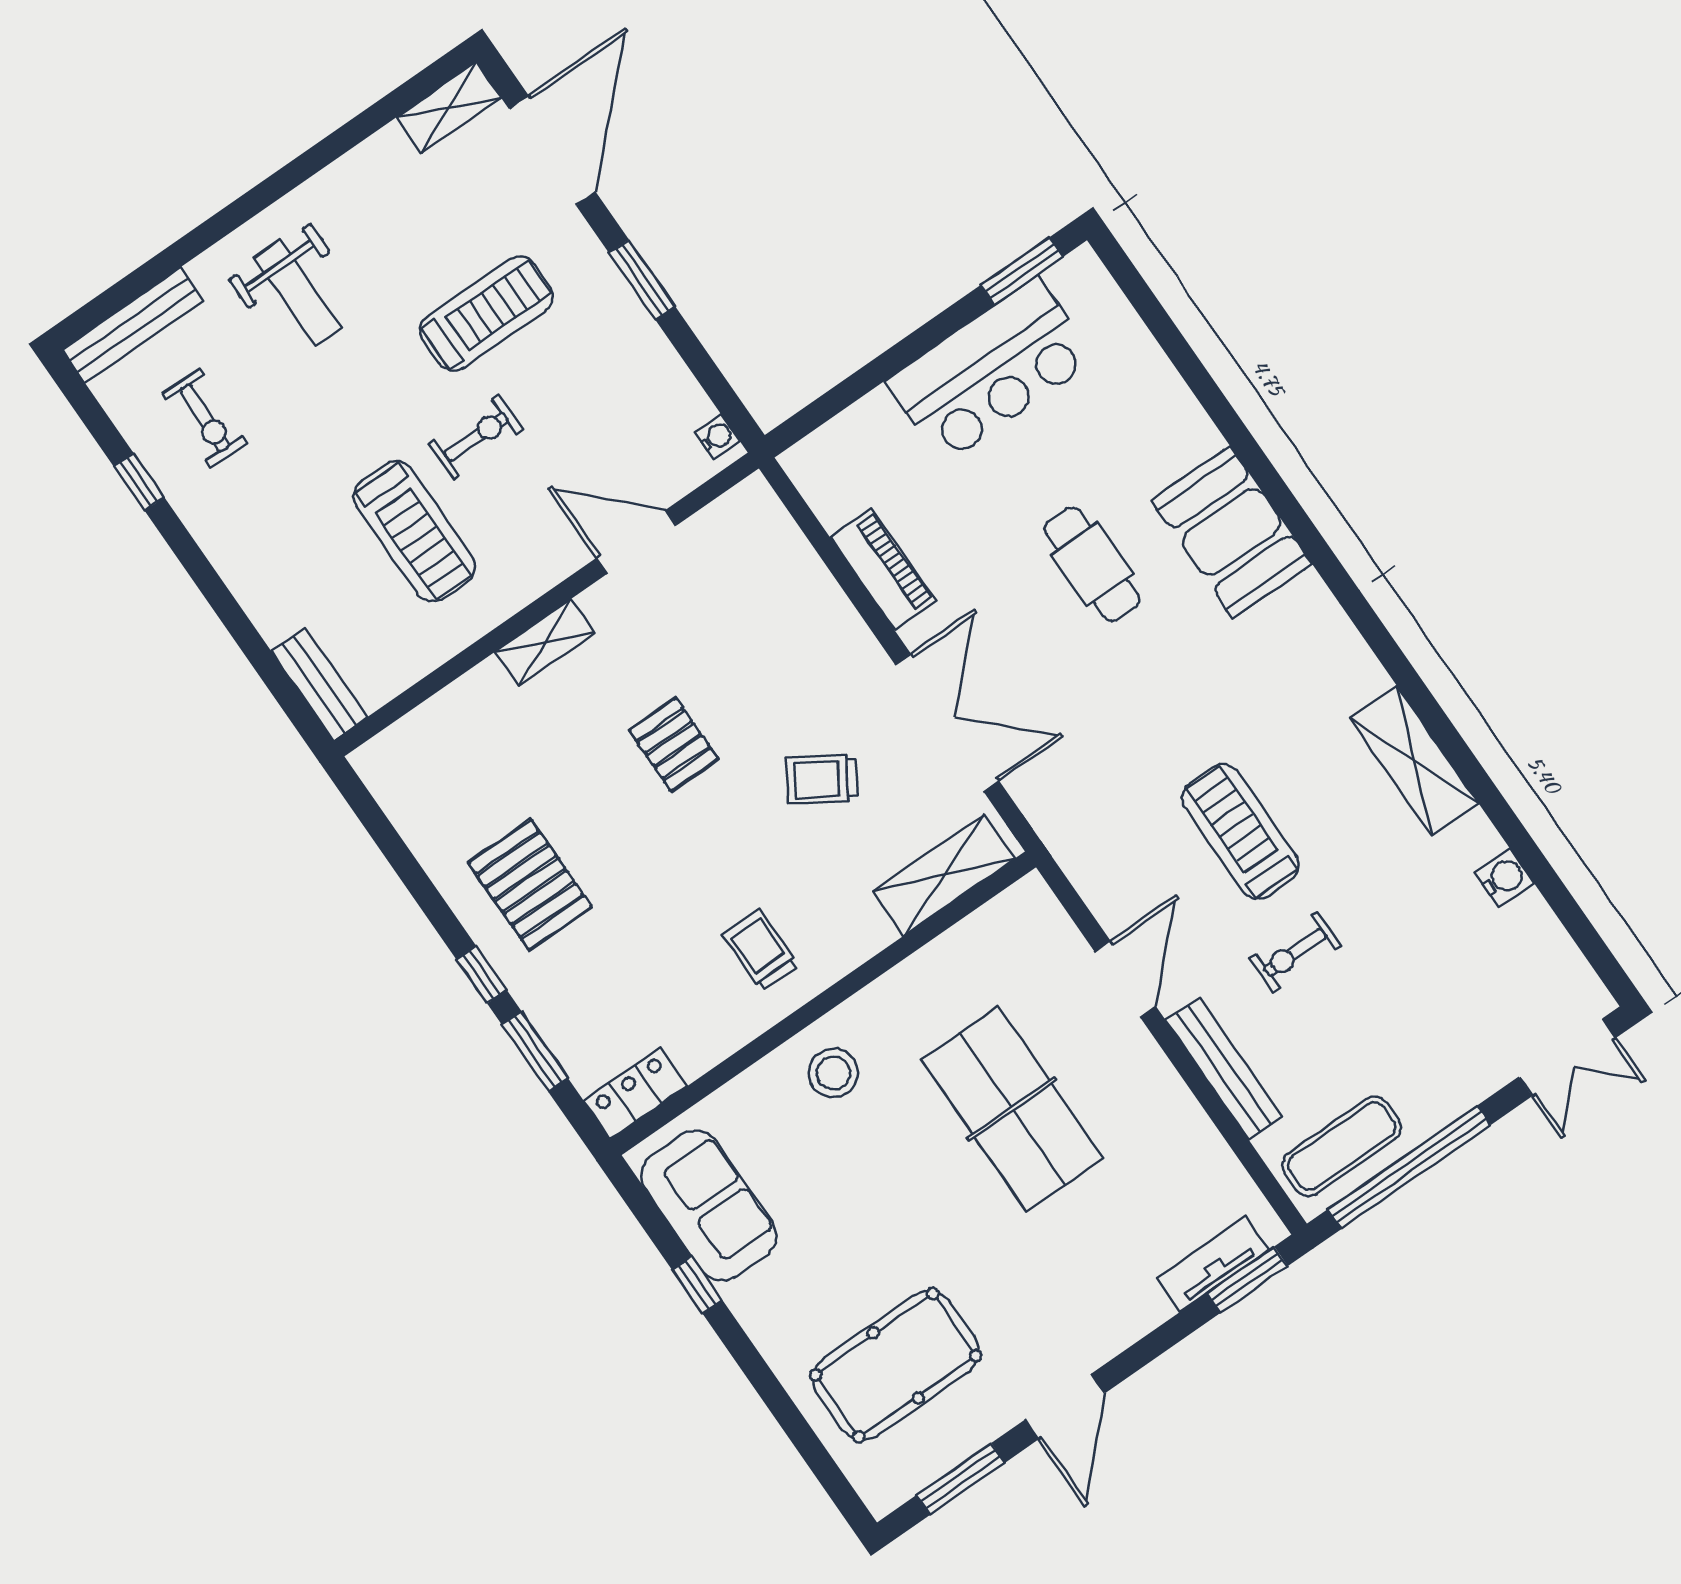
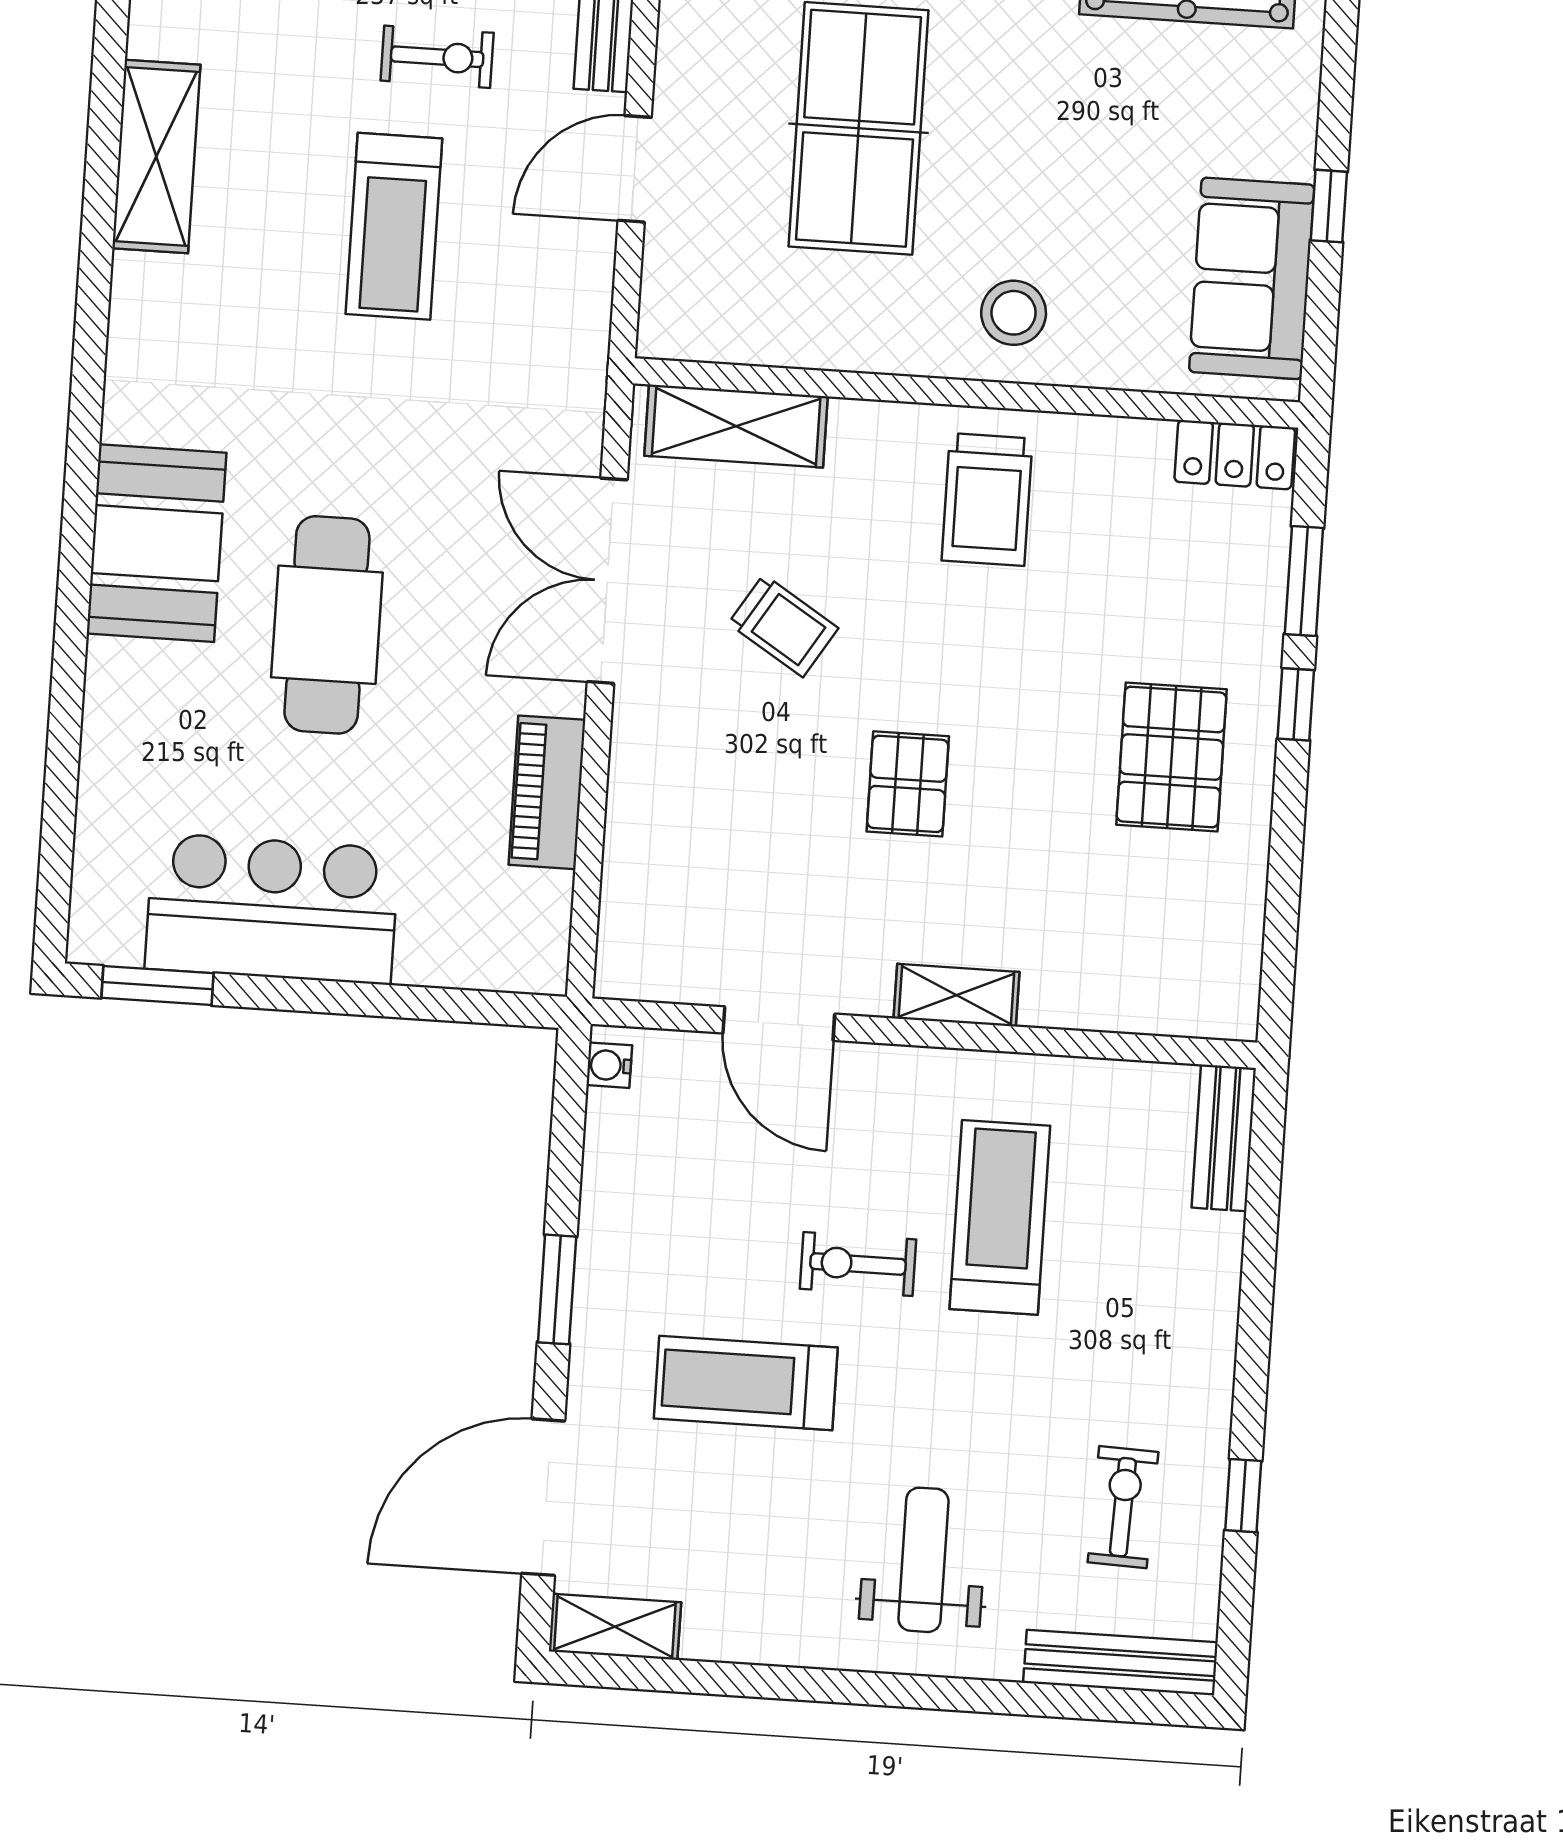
cafe table: (1092, 564) -> (327, 625), width x1.37, depth x1.35
trolley: (761, 950) -> (987, 500), width x1.36, depth x1.39

